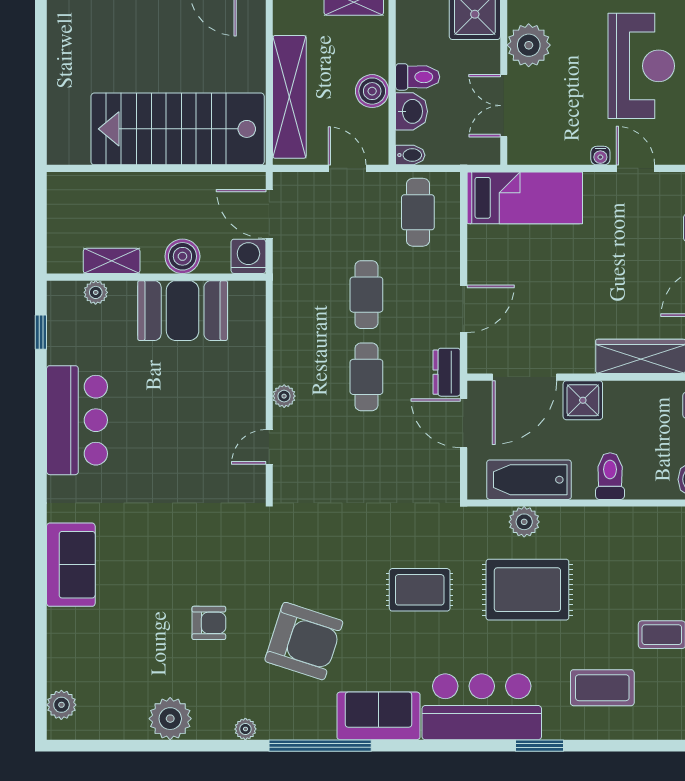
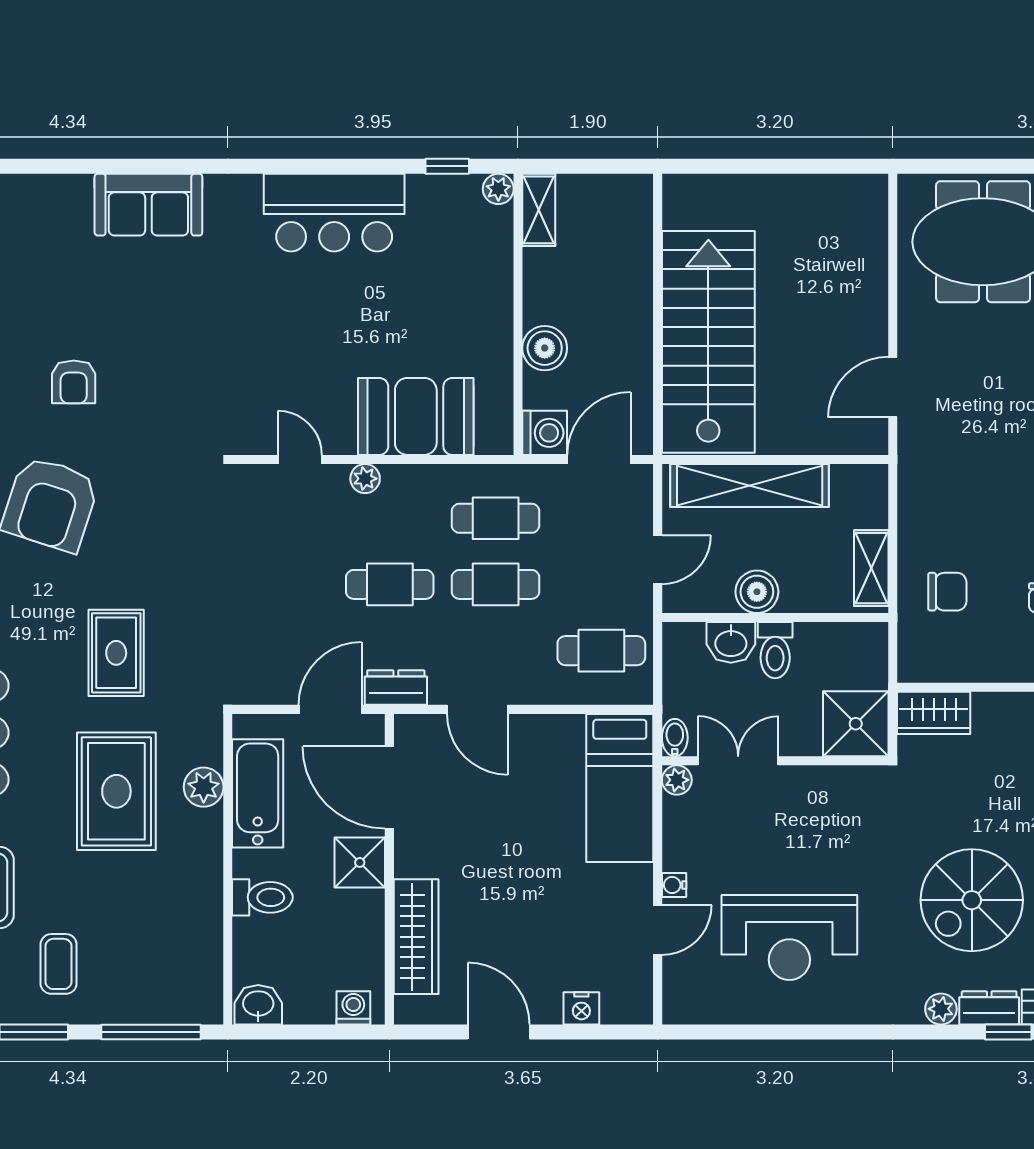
plant: (529, 45) -> (677, 780), moved, width x0.53, depth x0.53
bidet: (410, 155) -> (675, 738), moved, turned 180
shelving: (112, 261) -> (539, 210), moved
plant: (96, 292) -> (498, 189), moved
cafe table: (315, 295) -> (496, 518), added
booth: (183, 311) -> (416, 416), moved, turned 90

